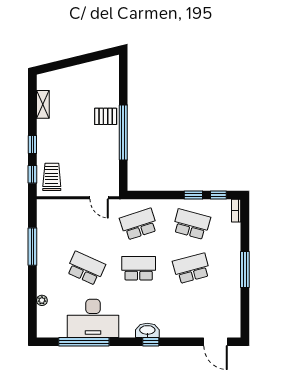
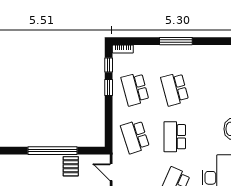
pallet: (106, 116) -> (71, 166), moved
door: (99, 198) -> (111, 172), swing flipped
school desk: (192, 224) -> (135, 89), turned -30

